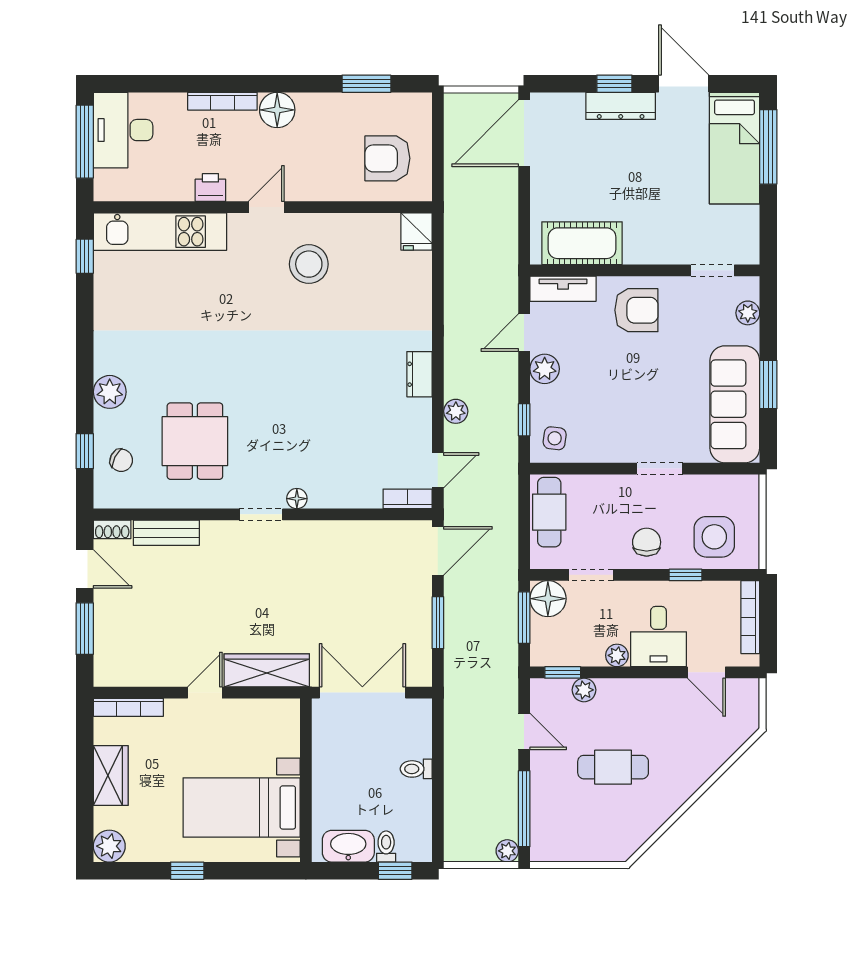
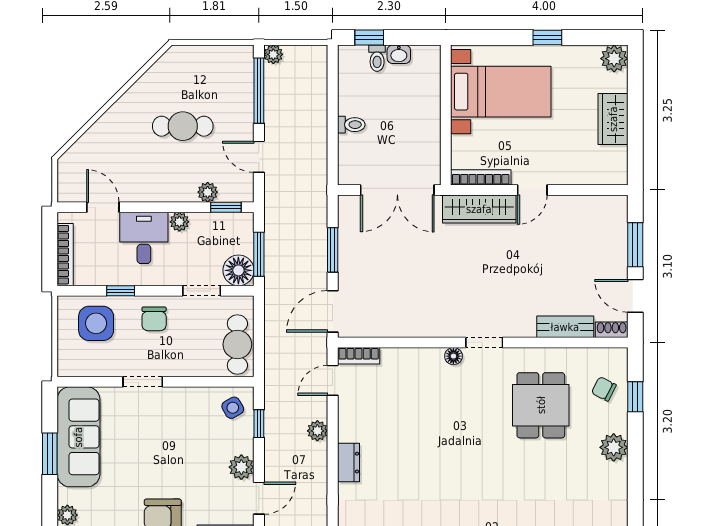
side table: (555, 438) -> (233, 408), turned -37
bookcase: (128, 707) -> (481, 177), moved
washbasin: (348, 846) -> (399, 54), width x0.52, depth x0.69

